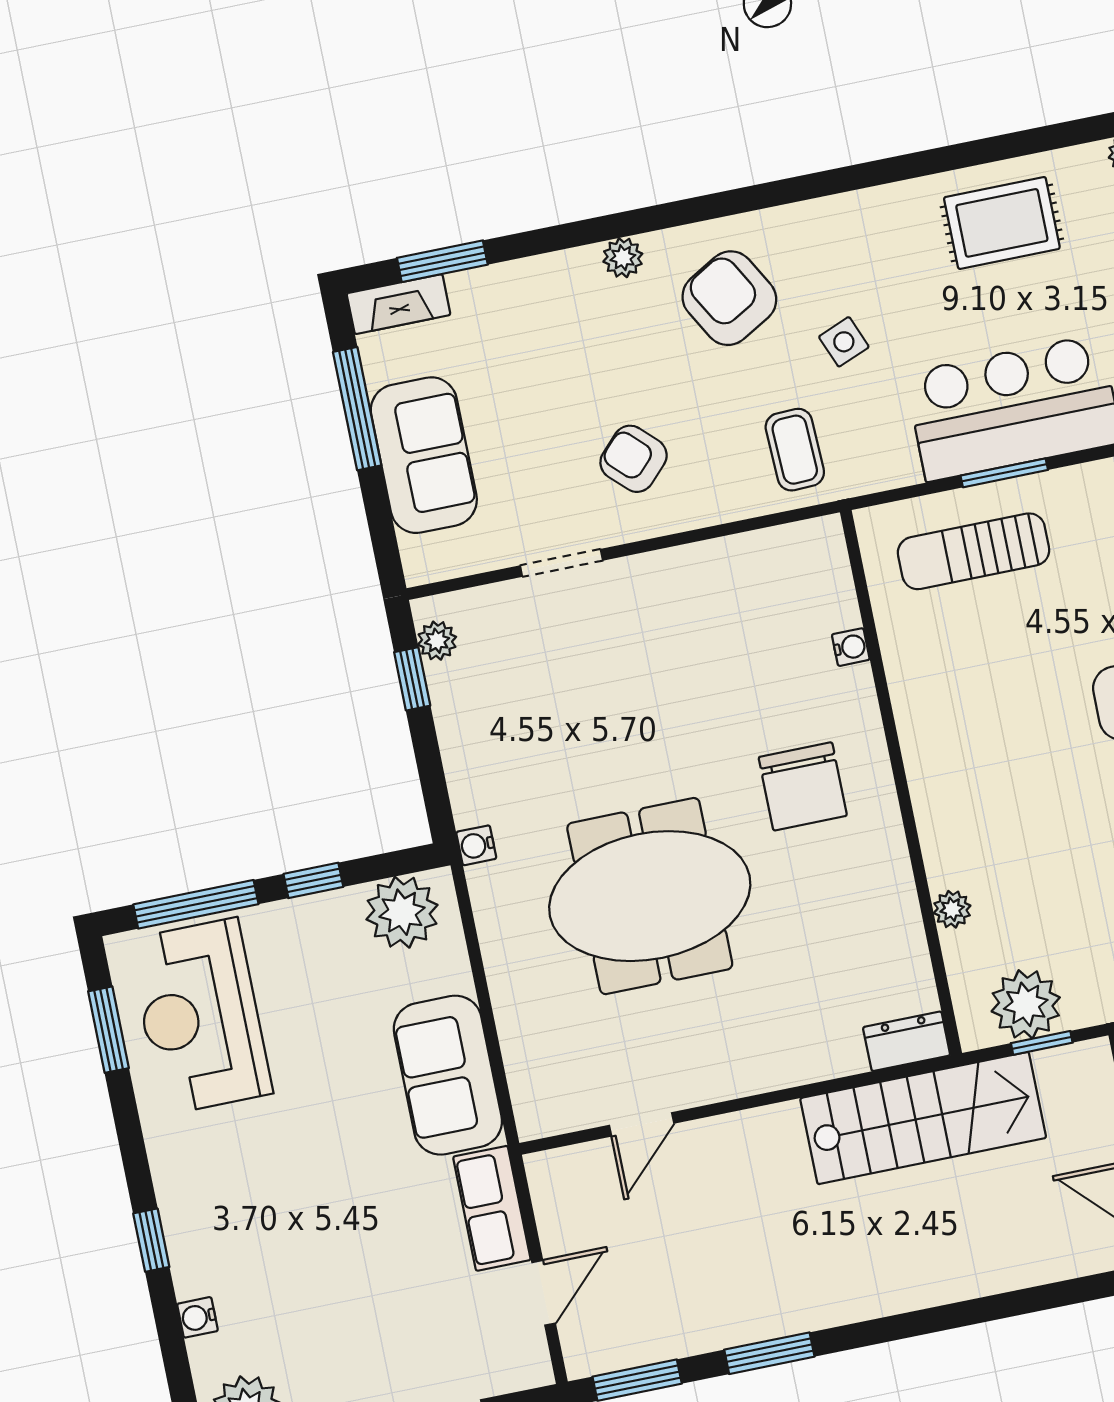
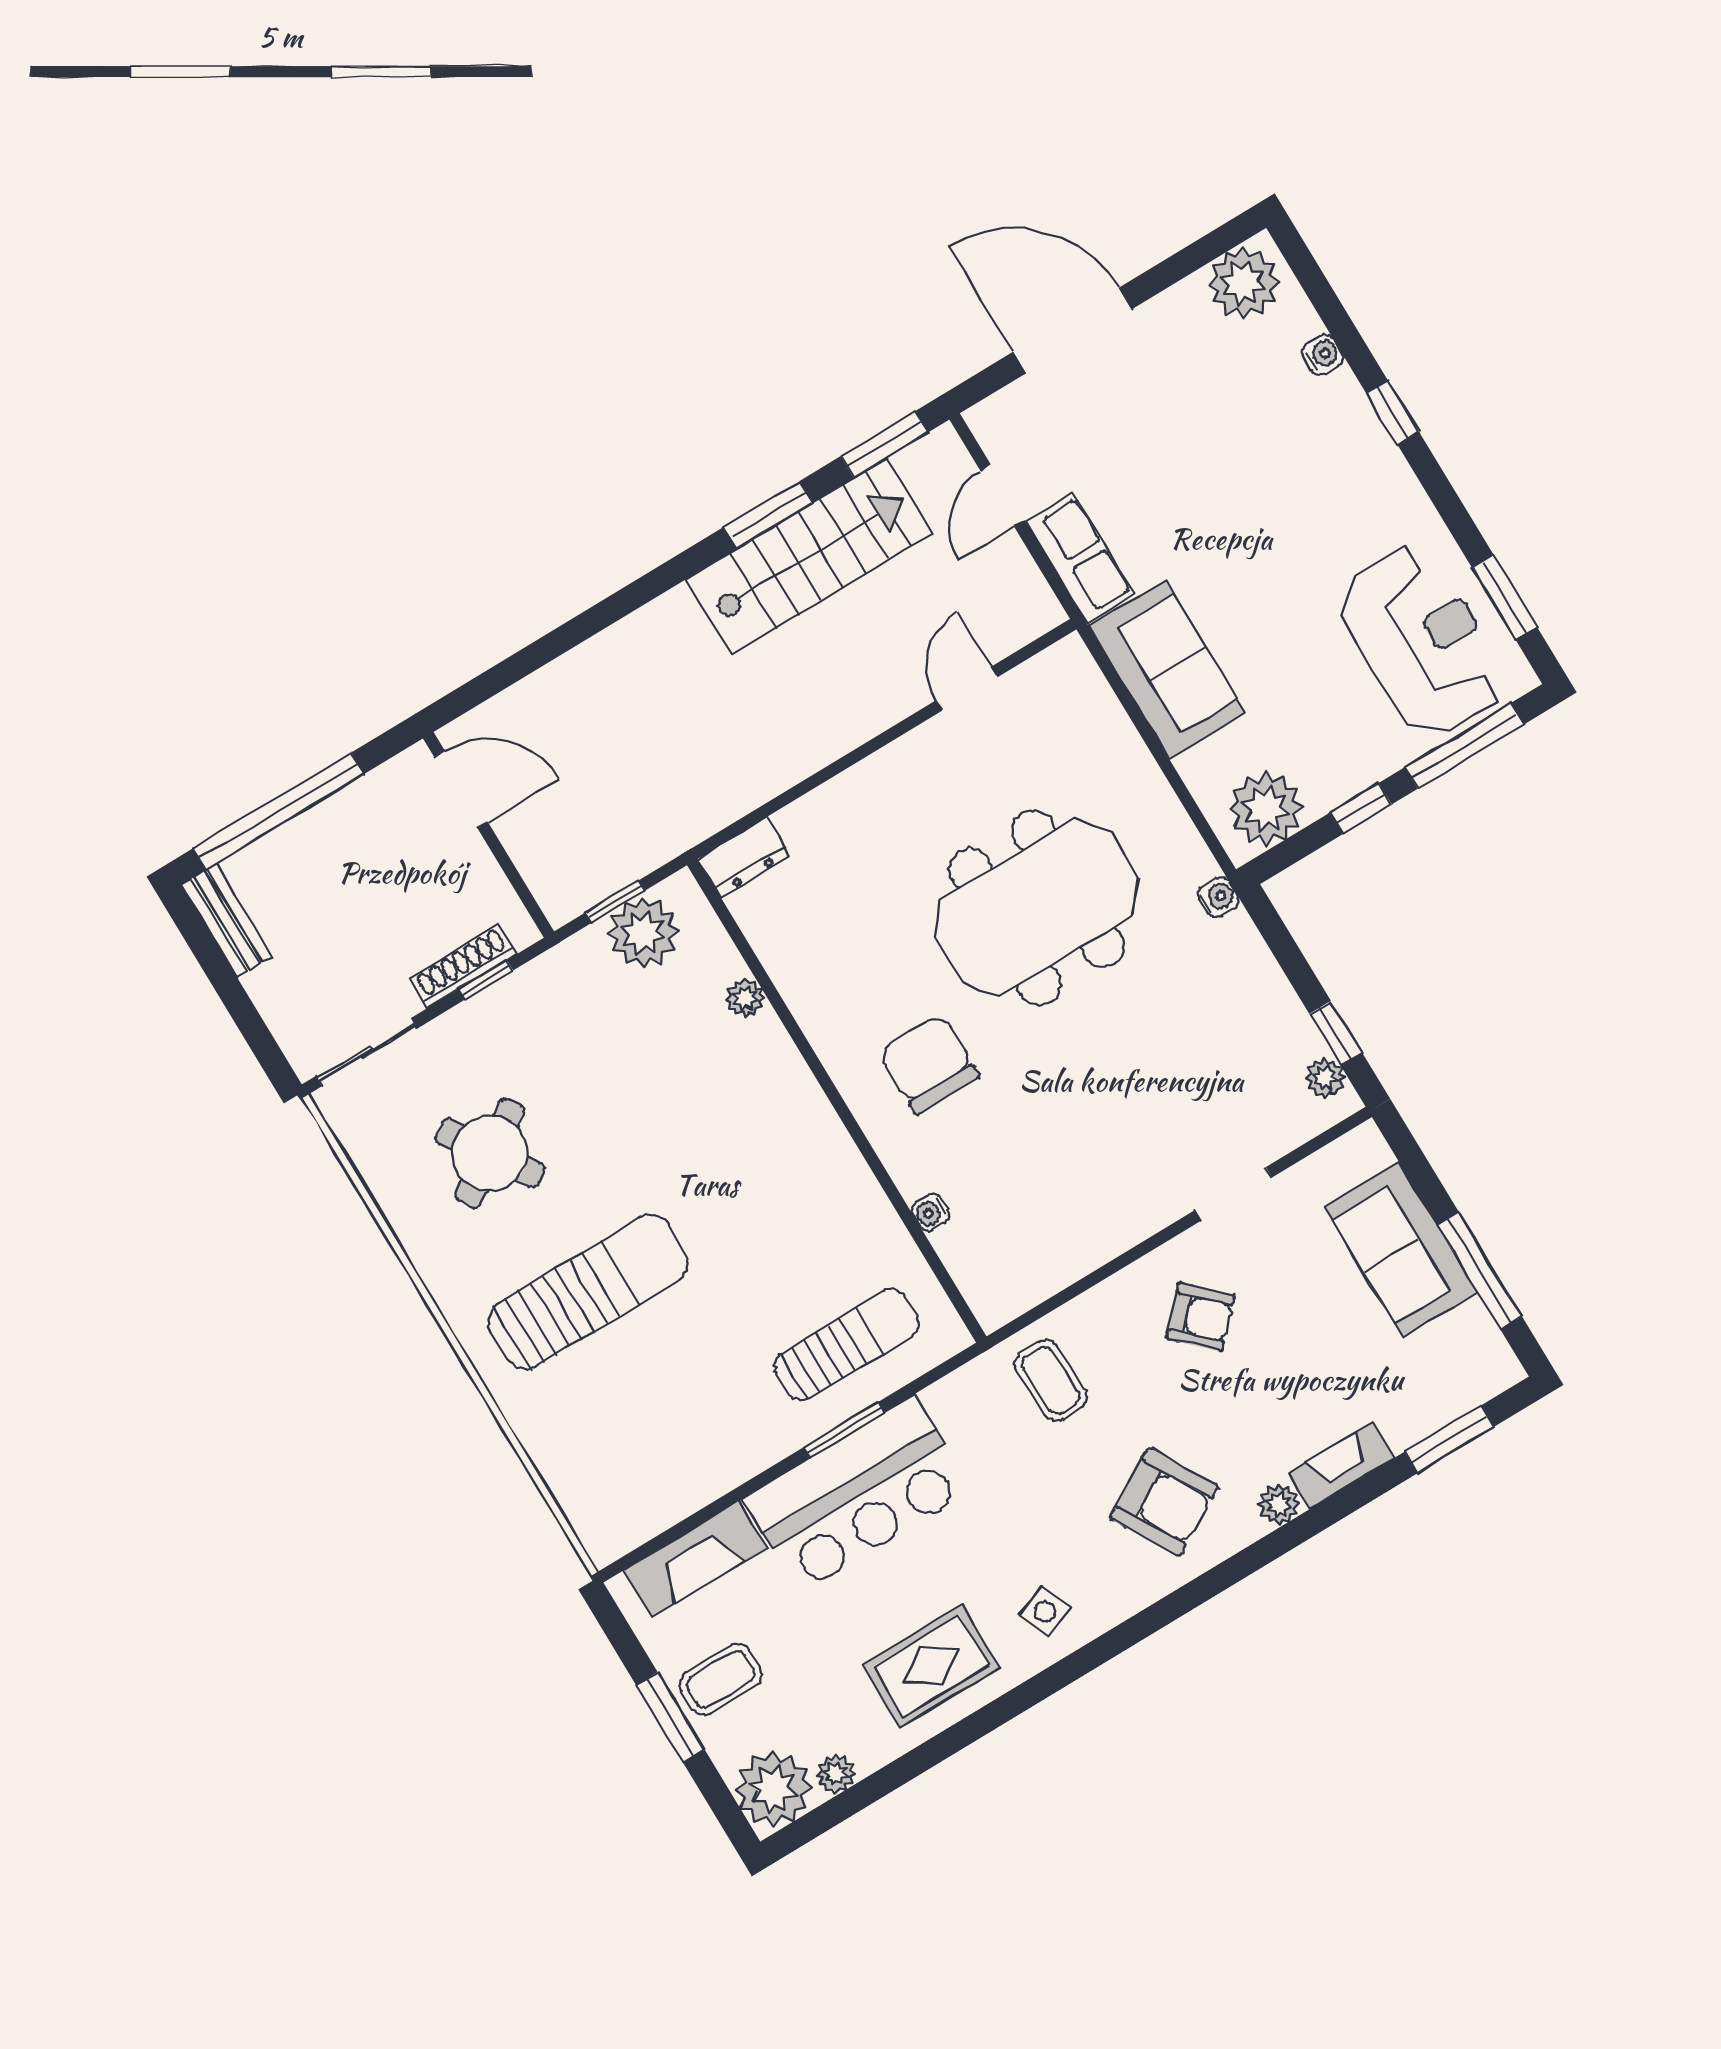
fireplace: (399, 304) -> (1341, 1465), moved
side table: (844, 342) -> (1045, 1612), moved
stairs: (923, 1118) -> (809, 556), moved, turned 180

